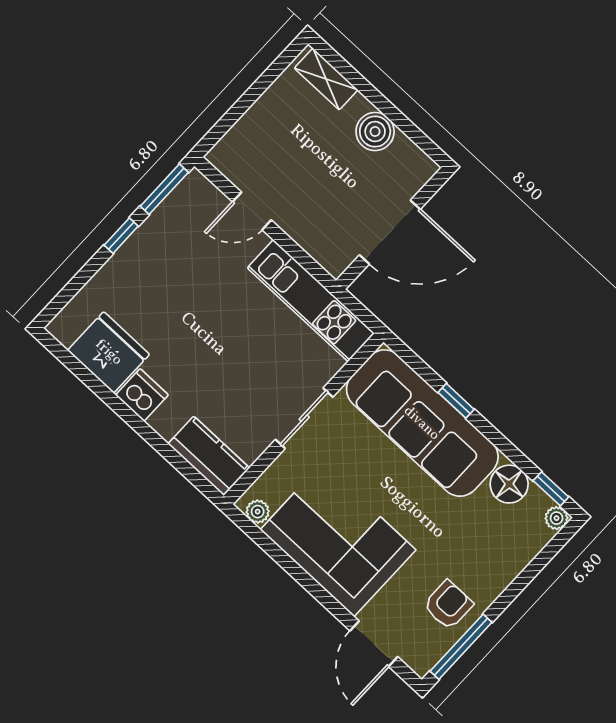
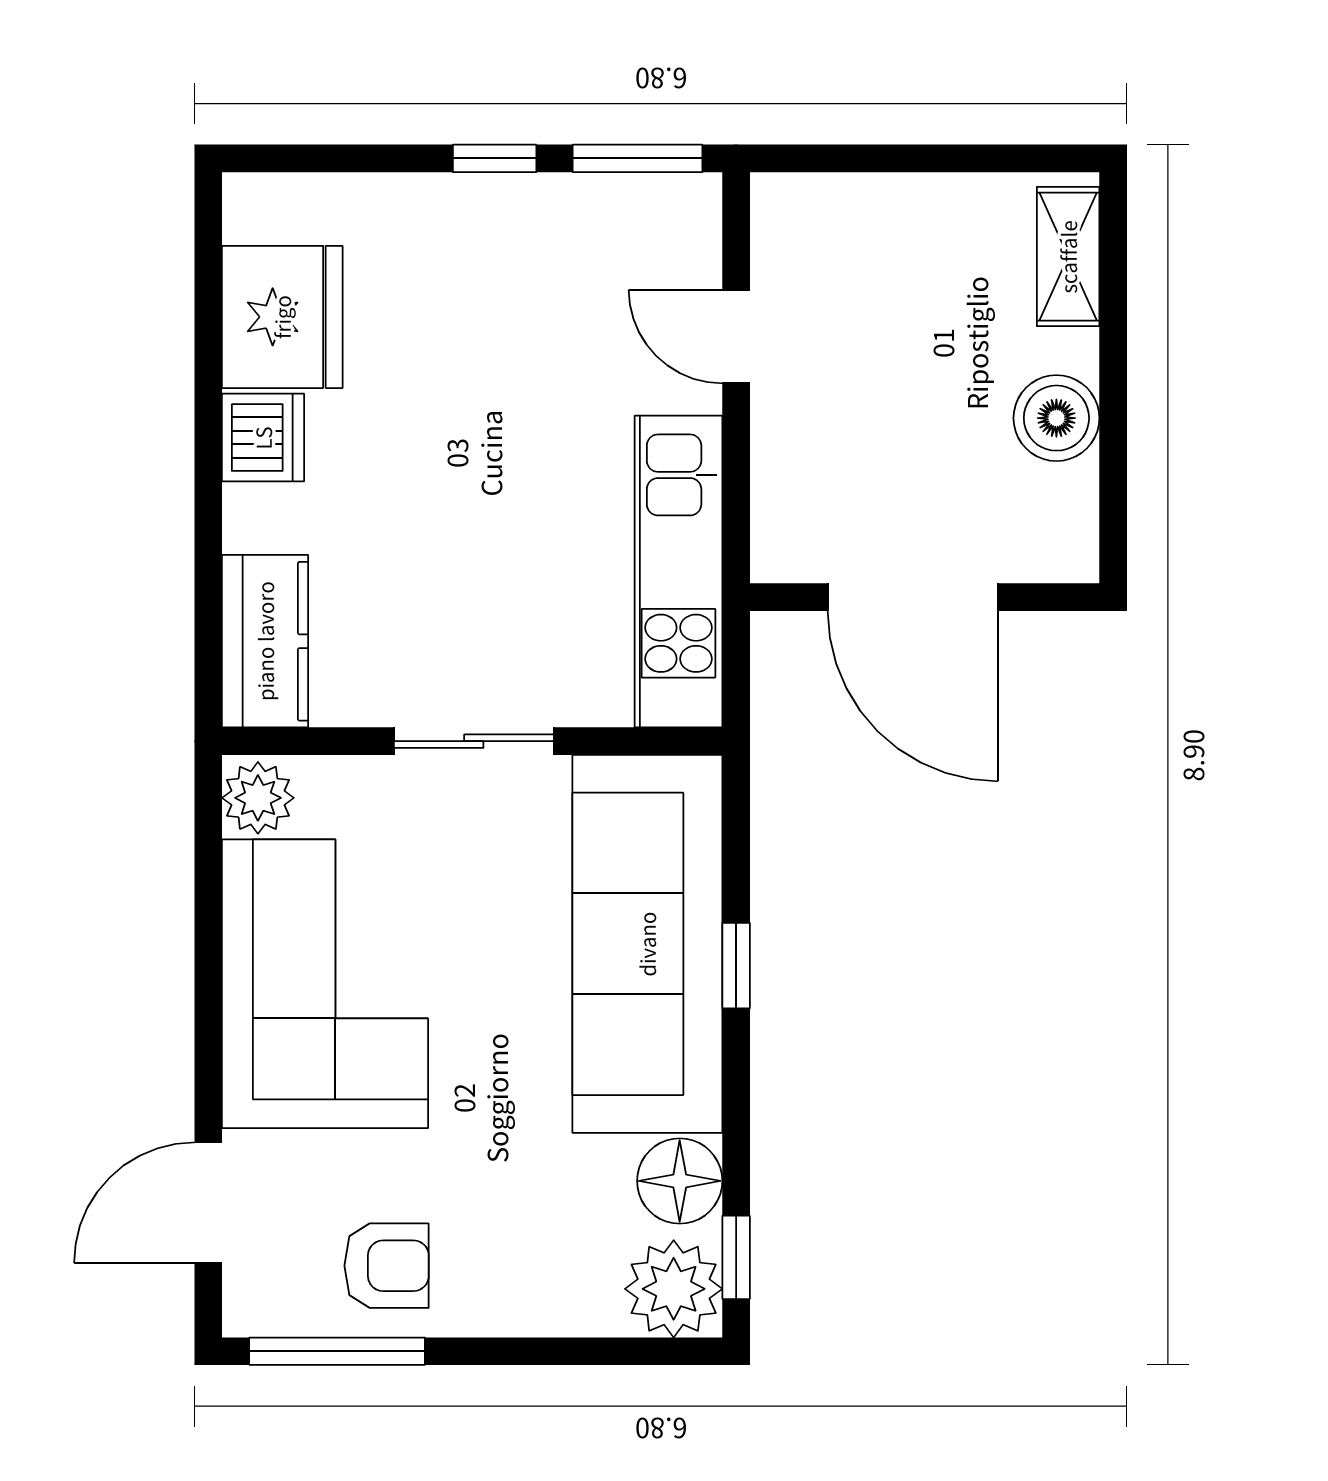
plant: (258, 512) -> (258, 798), width x1.38, depth x1.38
plant: (557, 518) -> (674, 1289), width x1.88, depth x1.88

